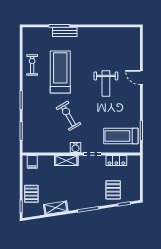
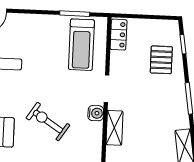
exercise bike: (69, 116) -> (48, 122), turned 63
locker: (116, 160) -> (119, 35), moved
pallet: (113, 190) -> (161, 60), turned 90

